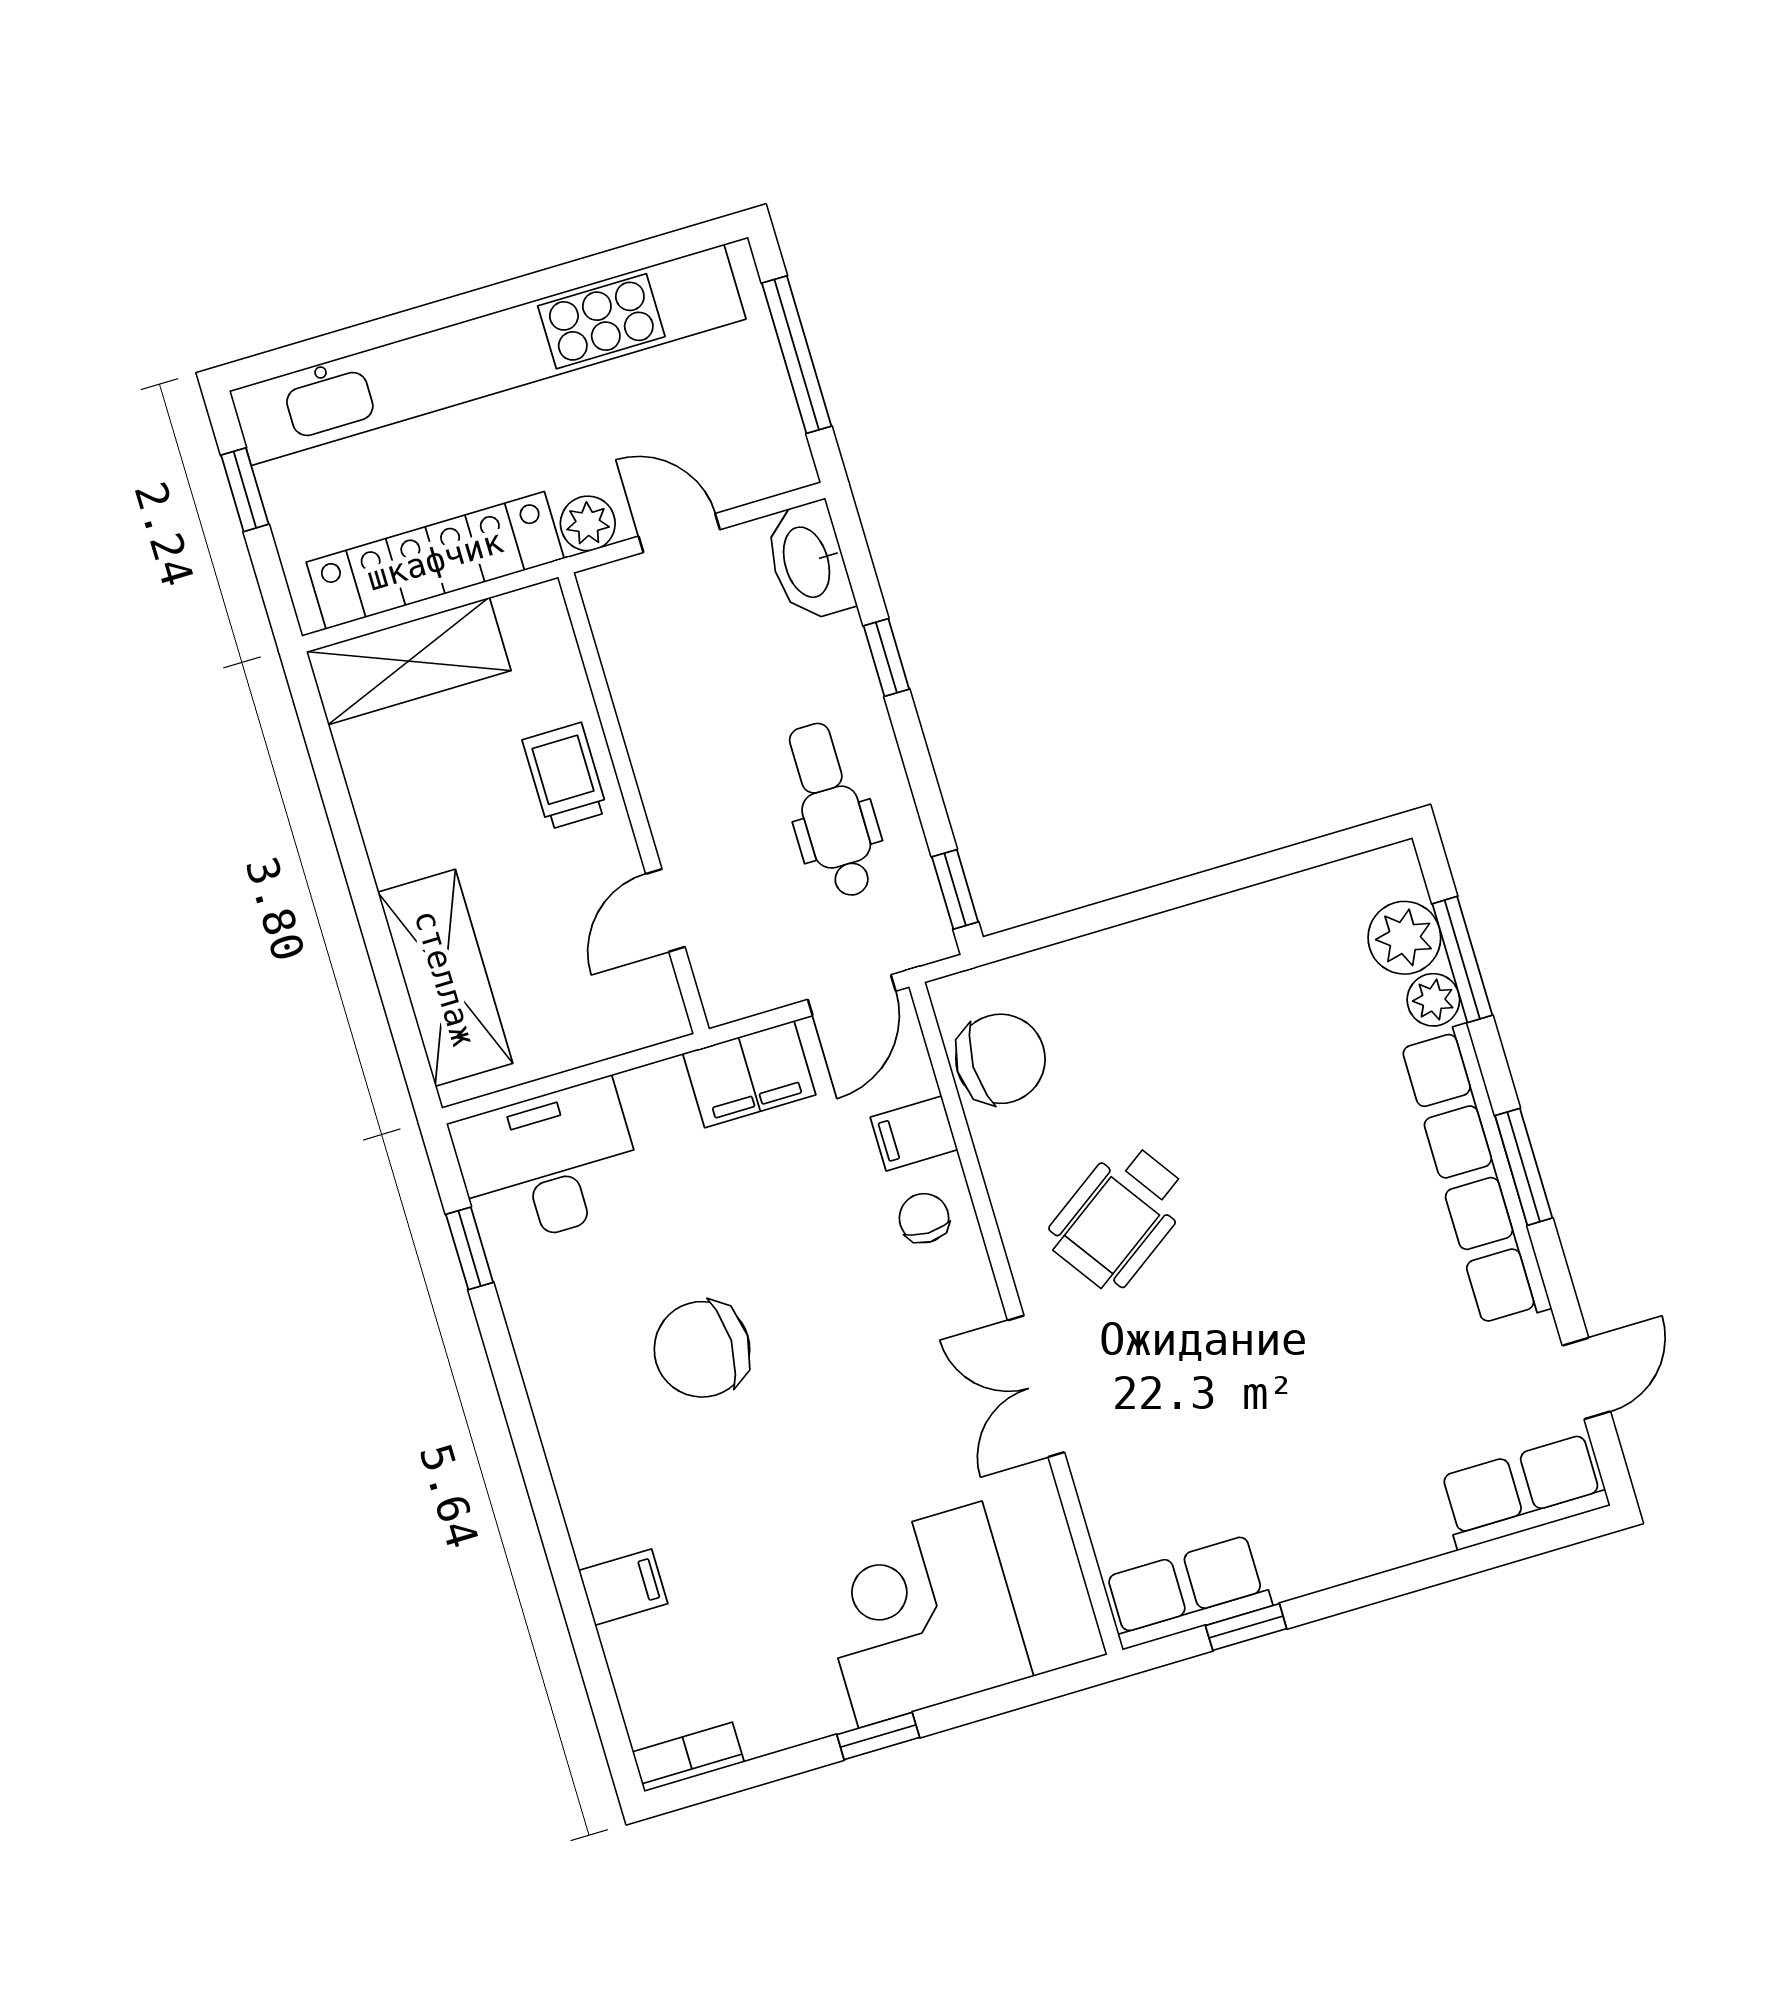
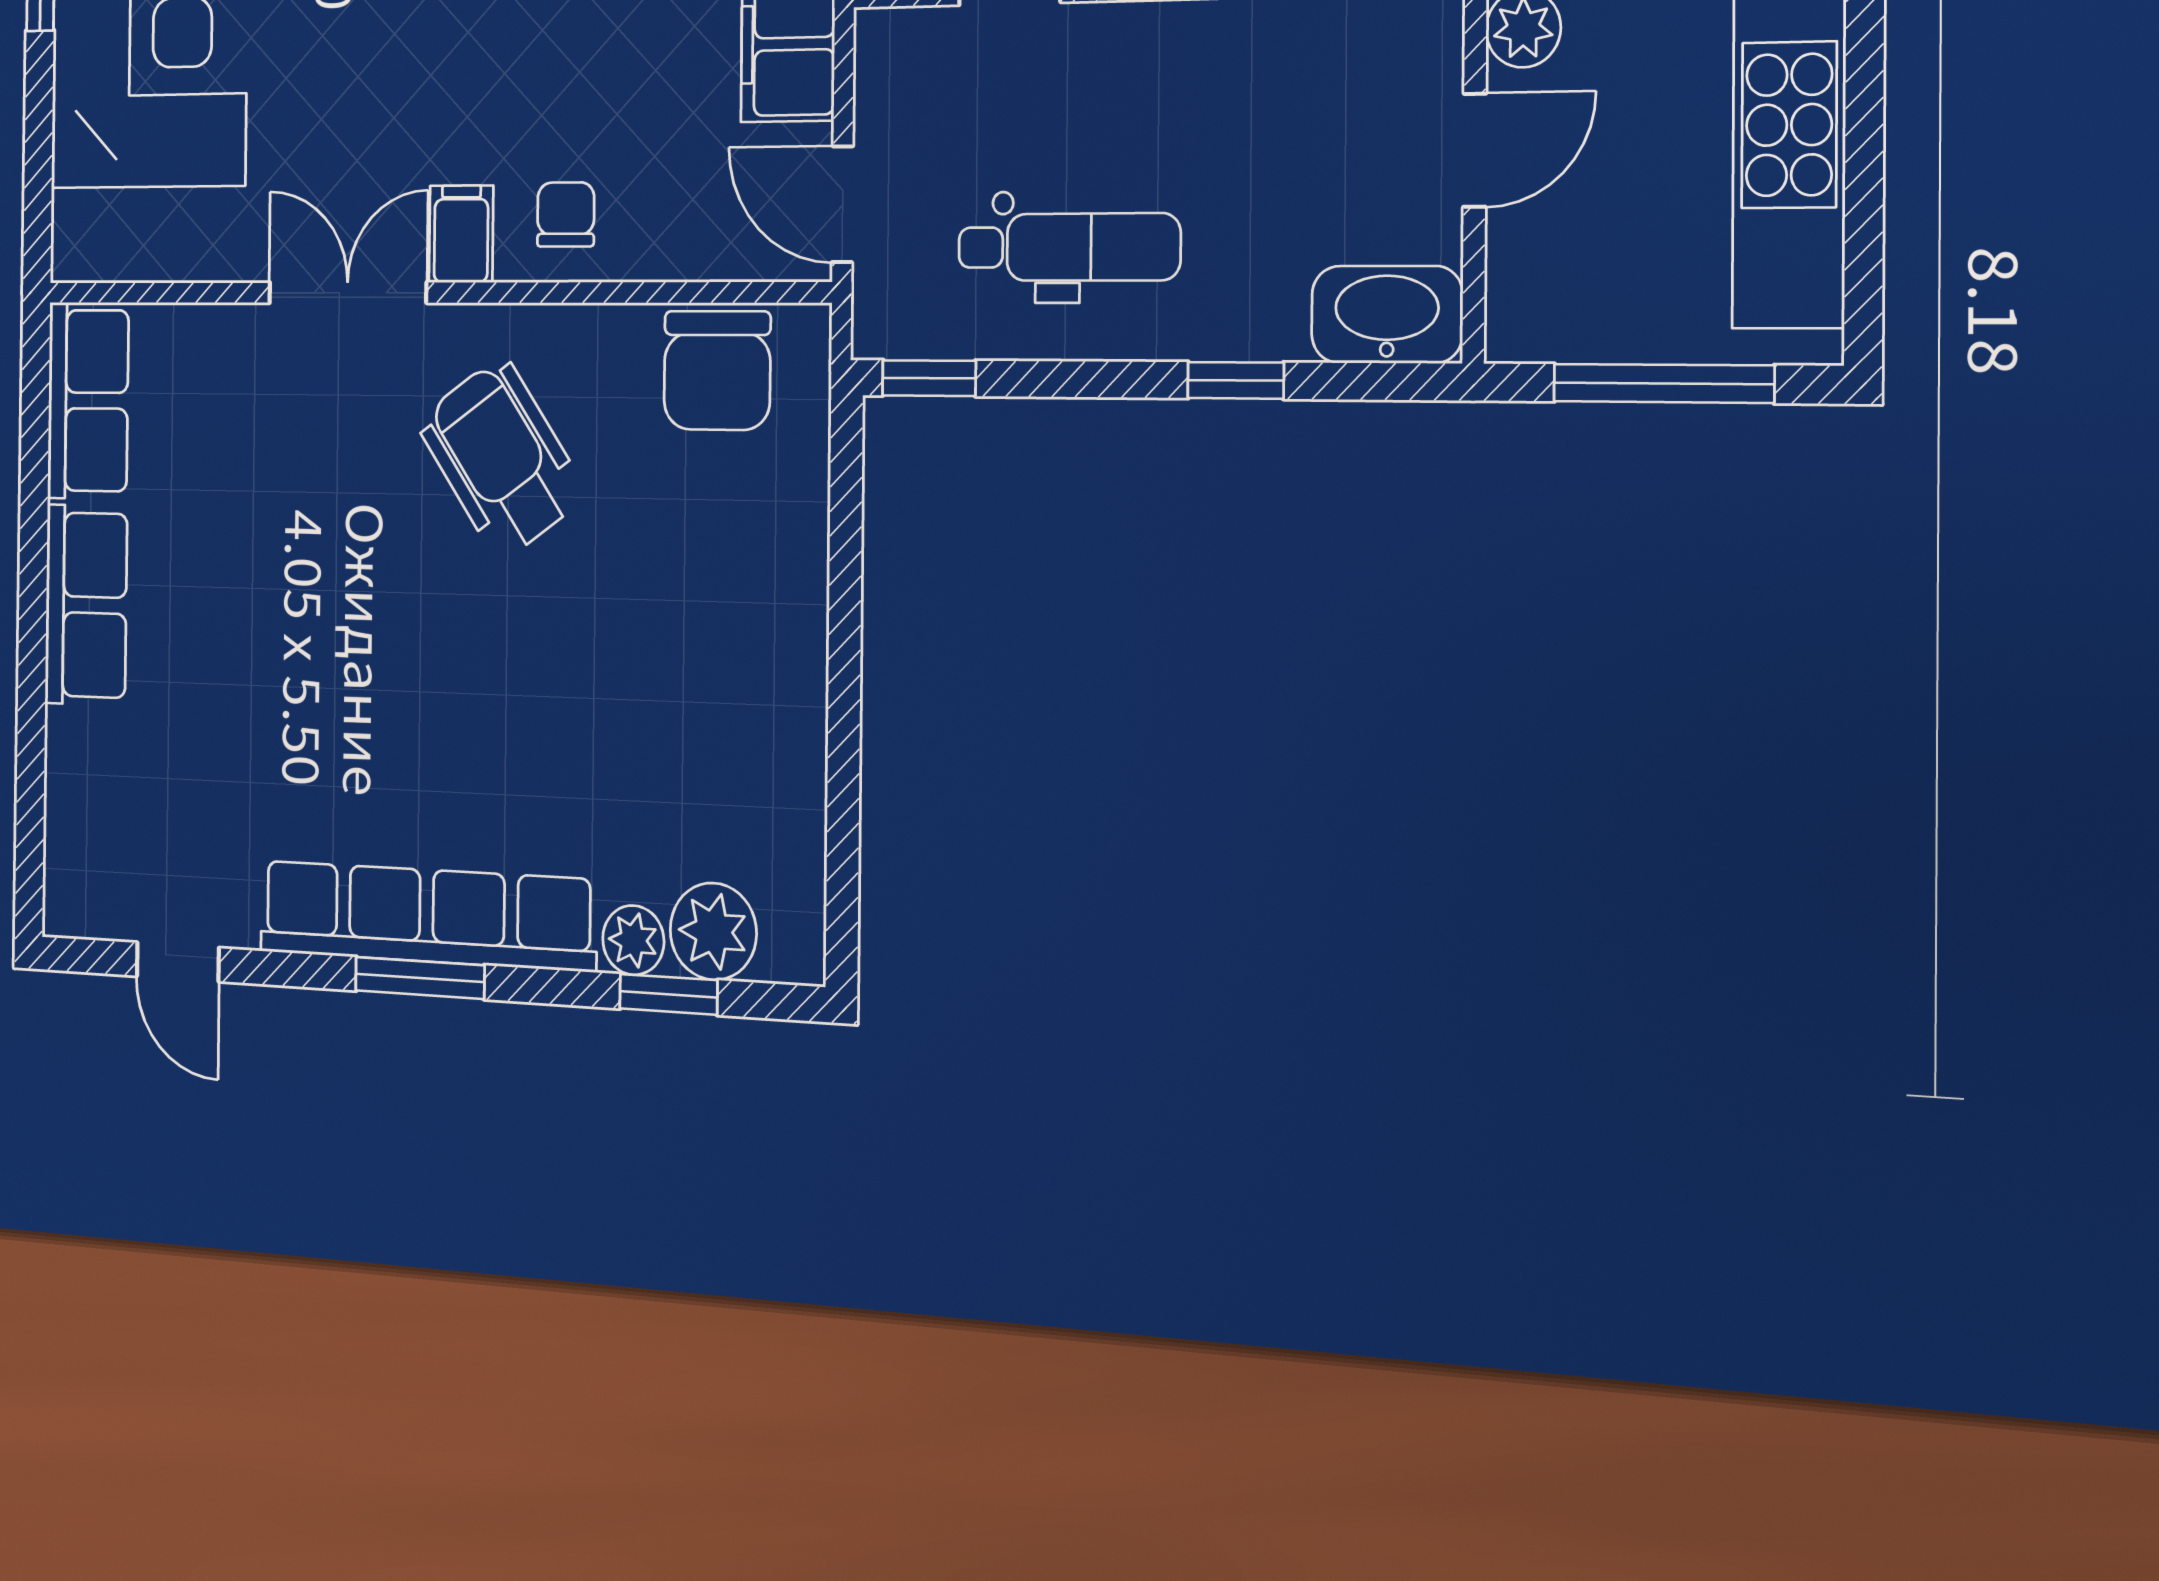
window: (1462, 959) -> (669, 994), width x0.67
filing cabinet: (914, 1133) -> (461, 234), moved
chair: (924, 1218) -> (566, 214), turned -90
row of seats: (1523, 1492) -> (86, 605), moved
window: (1246, 1627) -> (35, 458), removed

